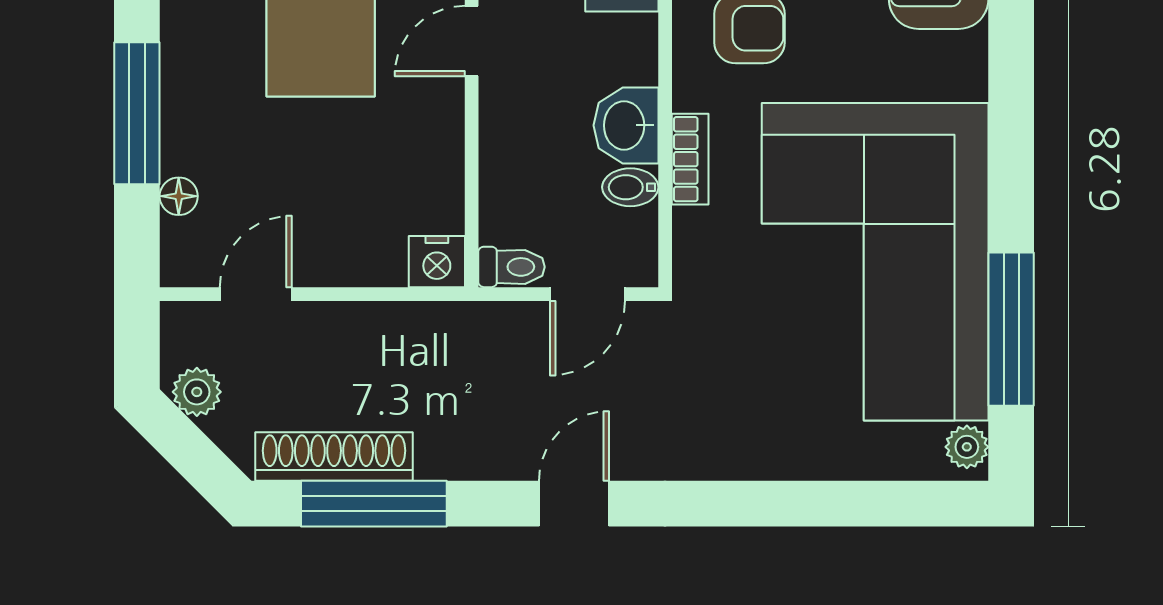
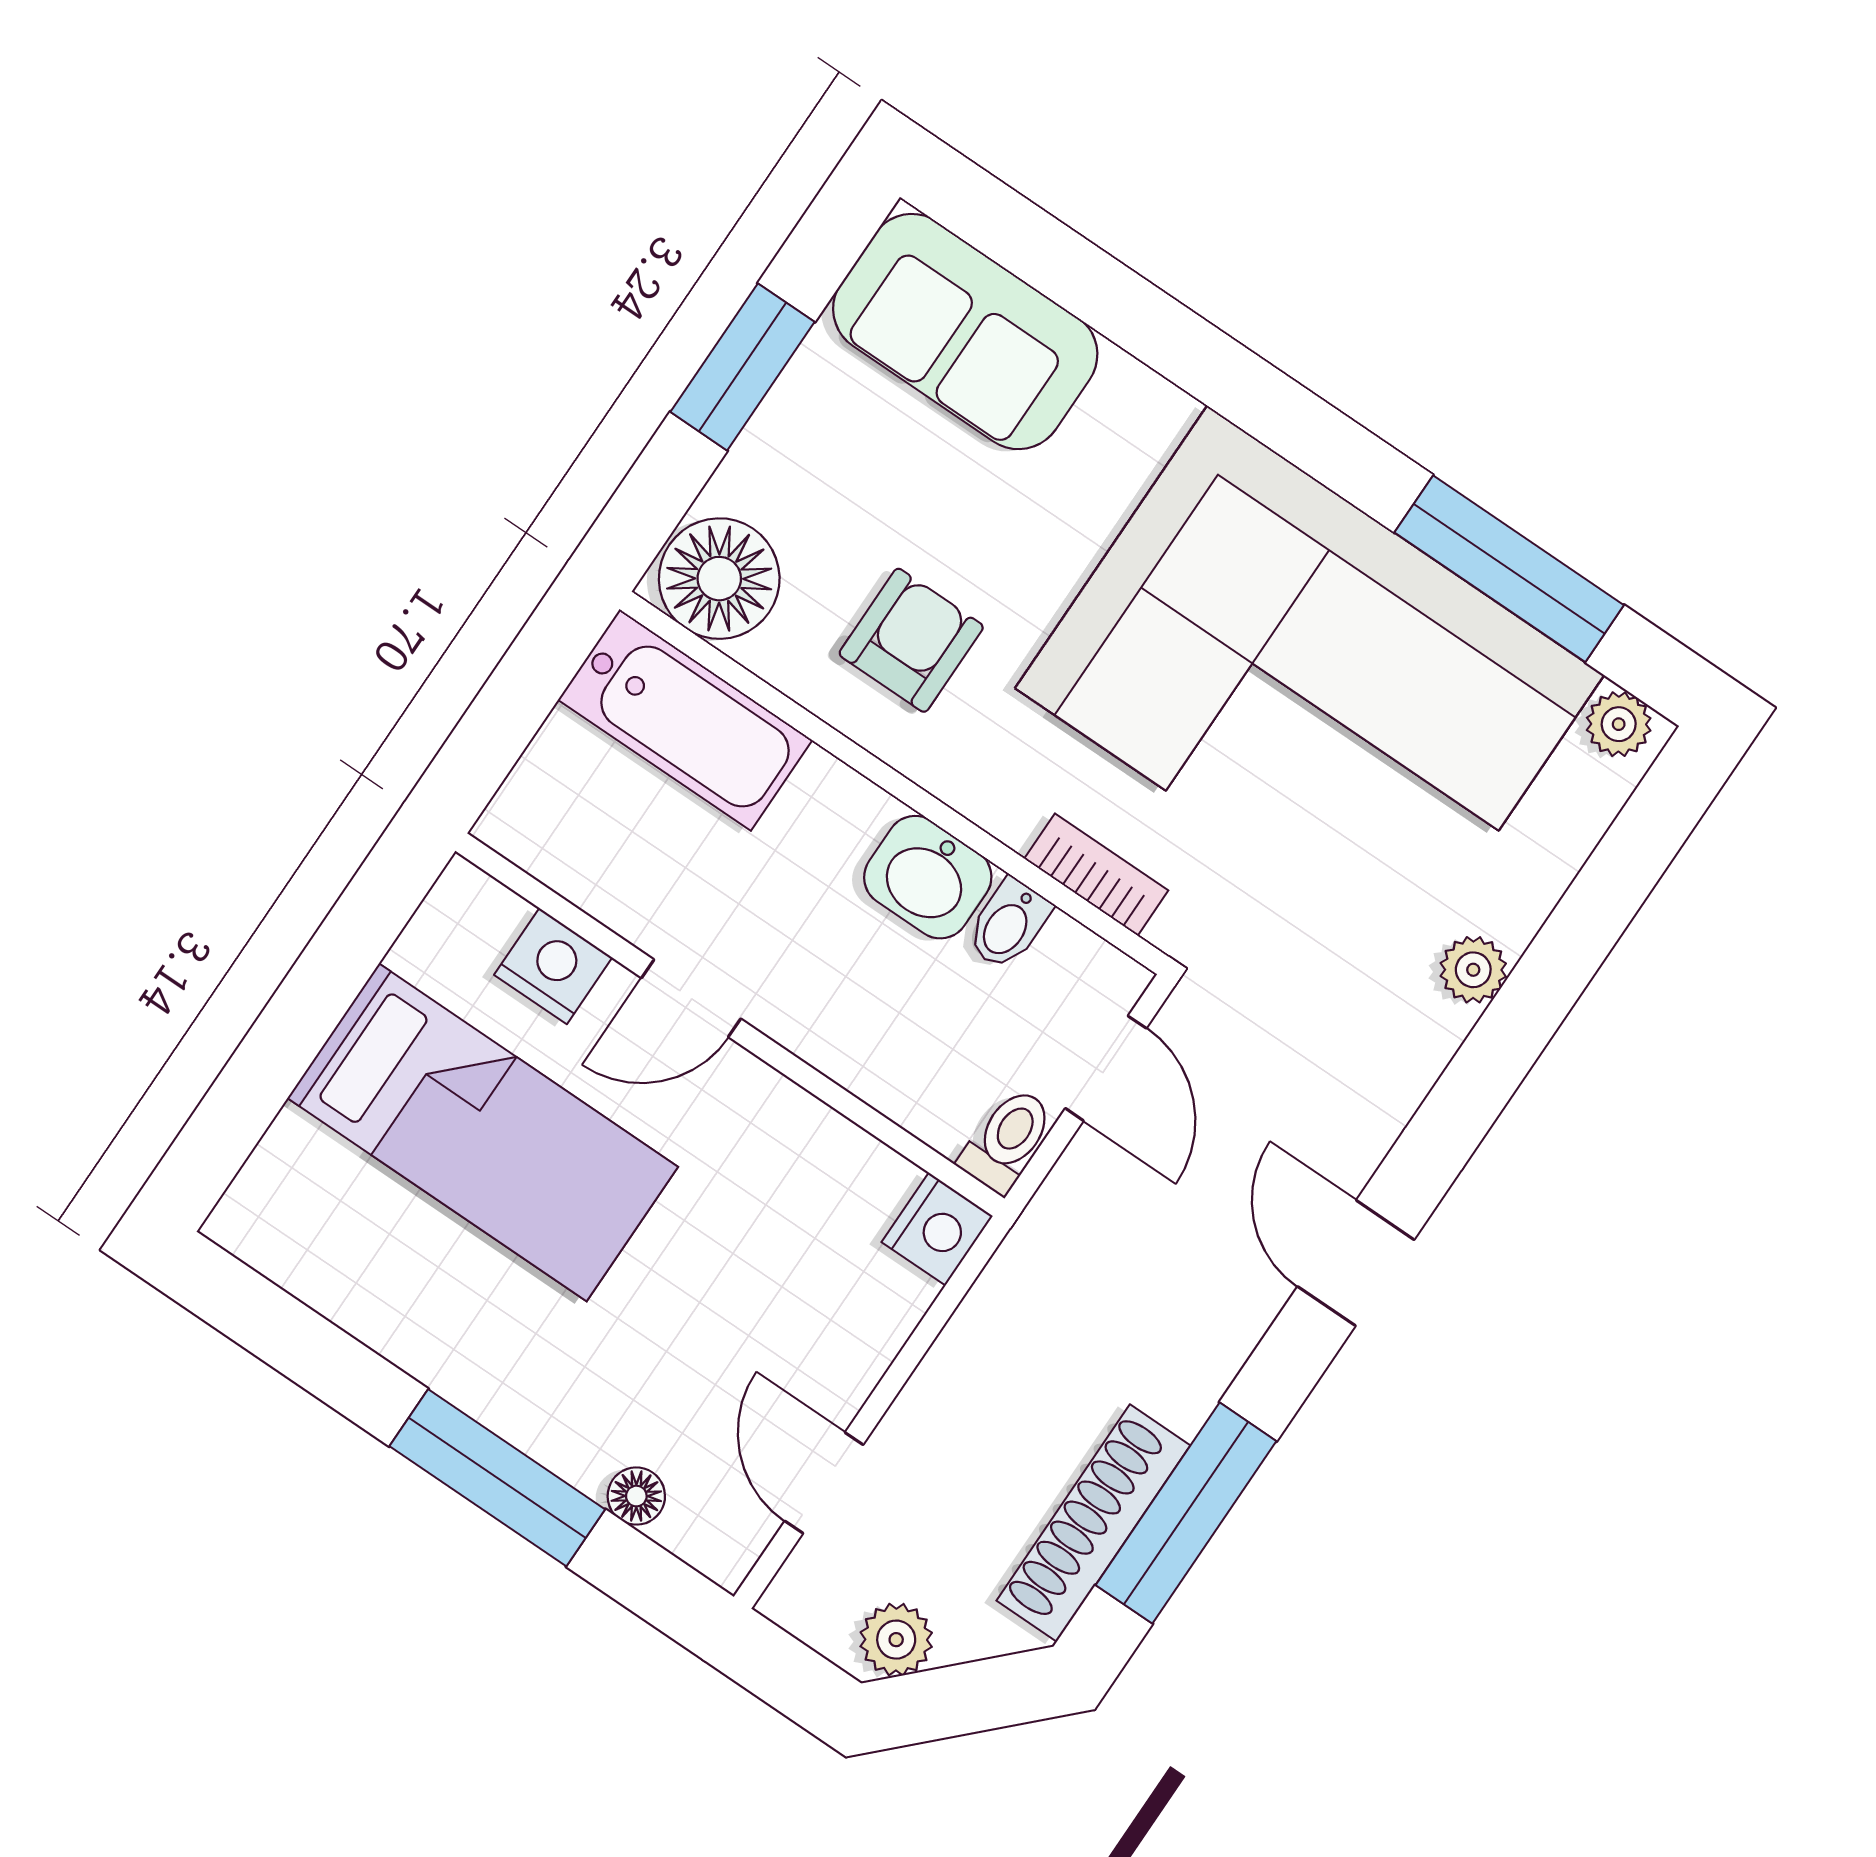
door: (472, 41) -> (691, 998), hinge flipped
bookcase: (690, 159) -> (1096, 875), moved
plant: (778, 459) -> (1473, 970), added

